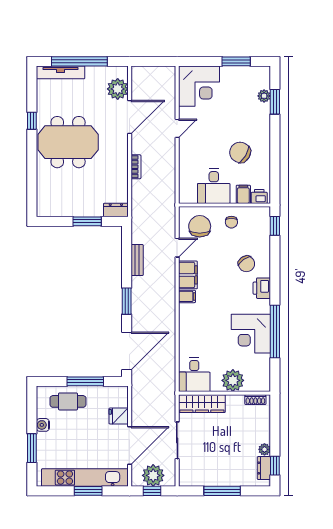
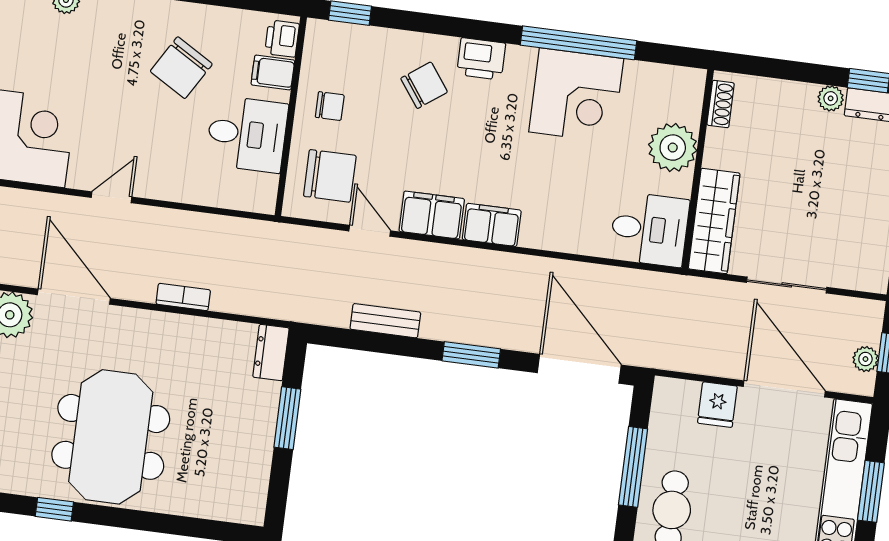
door: (177, 128) -> (112, 197), hinge flipped
chair: (200, 226) -> (330, 176), turned 180
filing cabinet: (187, 296) -> (492, 225), width x2.00
plant: (153, 475) -> (865, 359), width x0.53, depth x0.53

